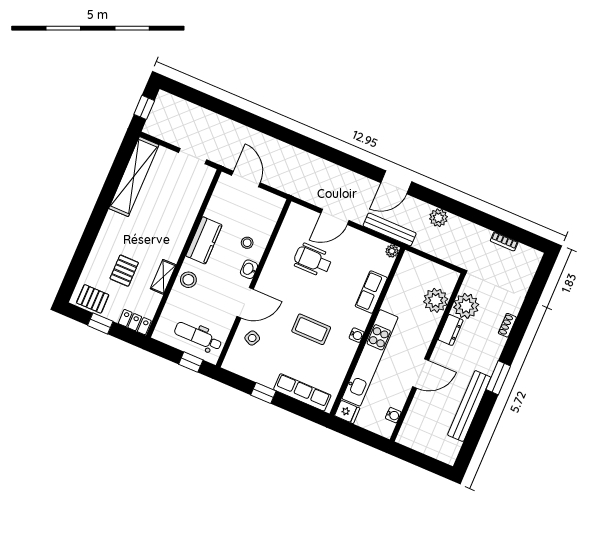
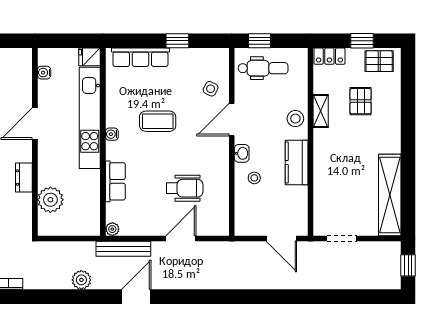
plant: (466, 306) -> (19, 207), removed

